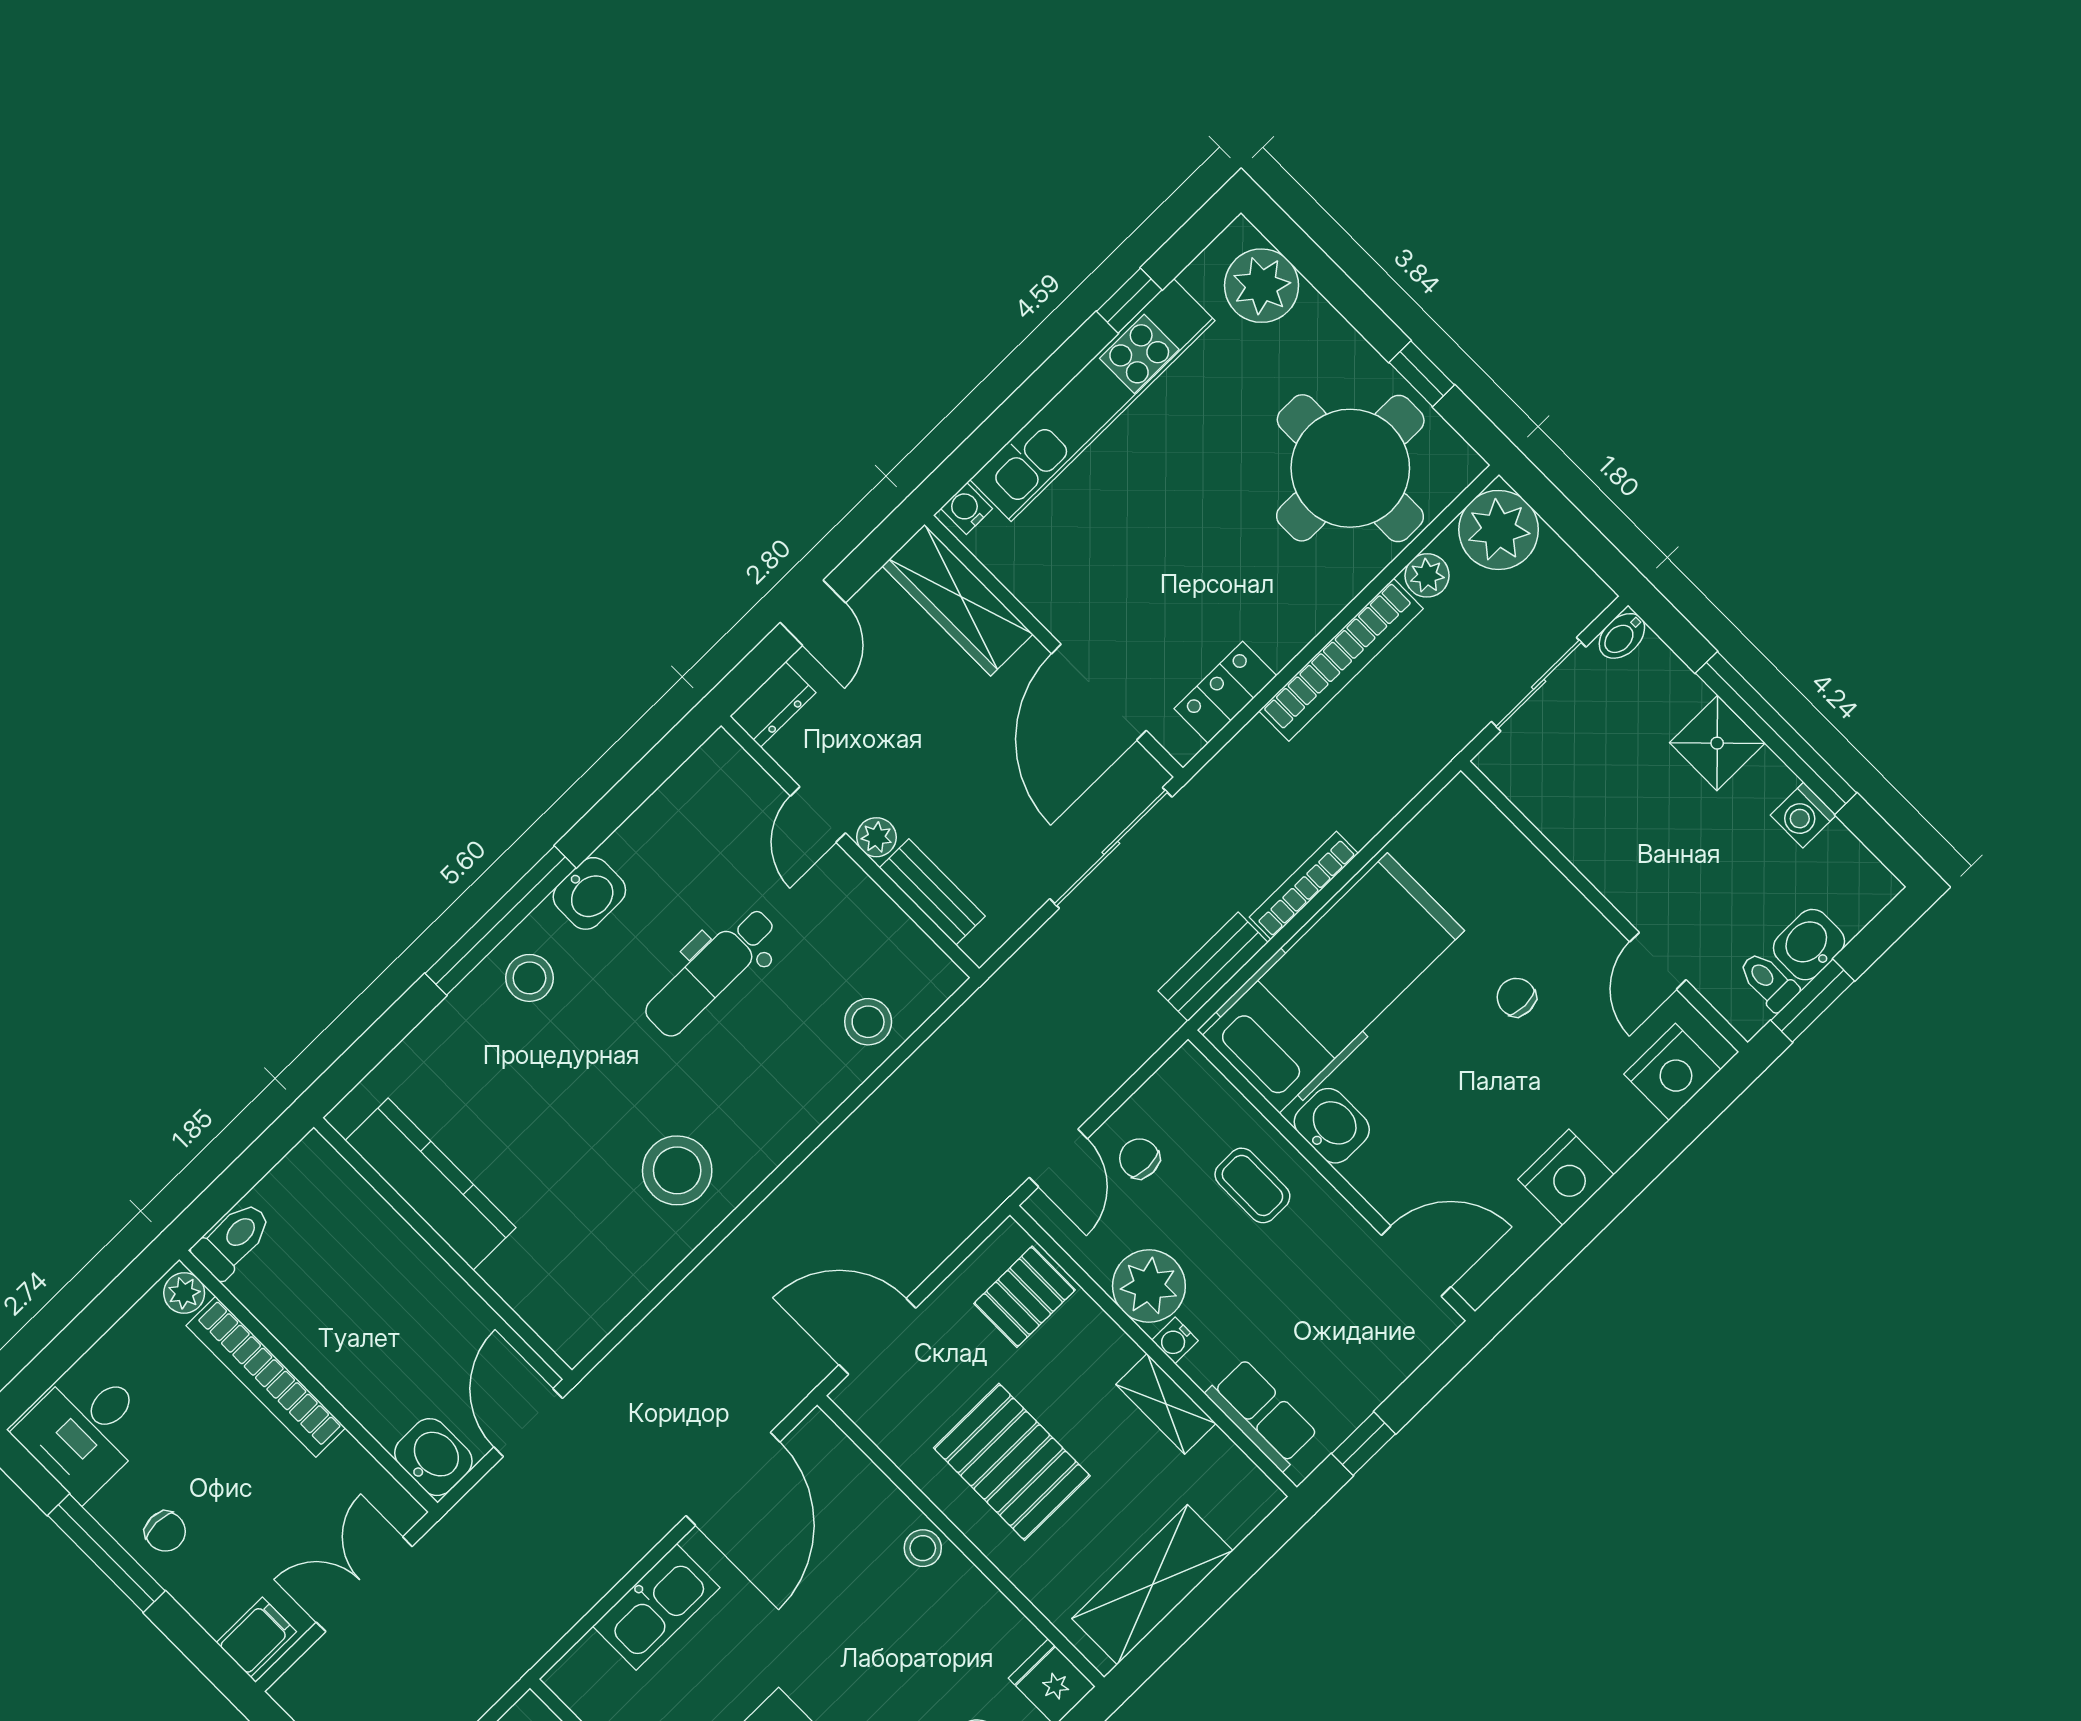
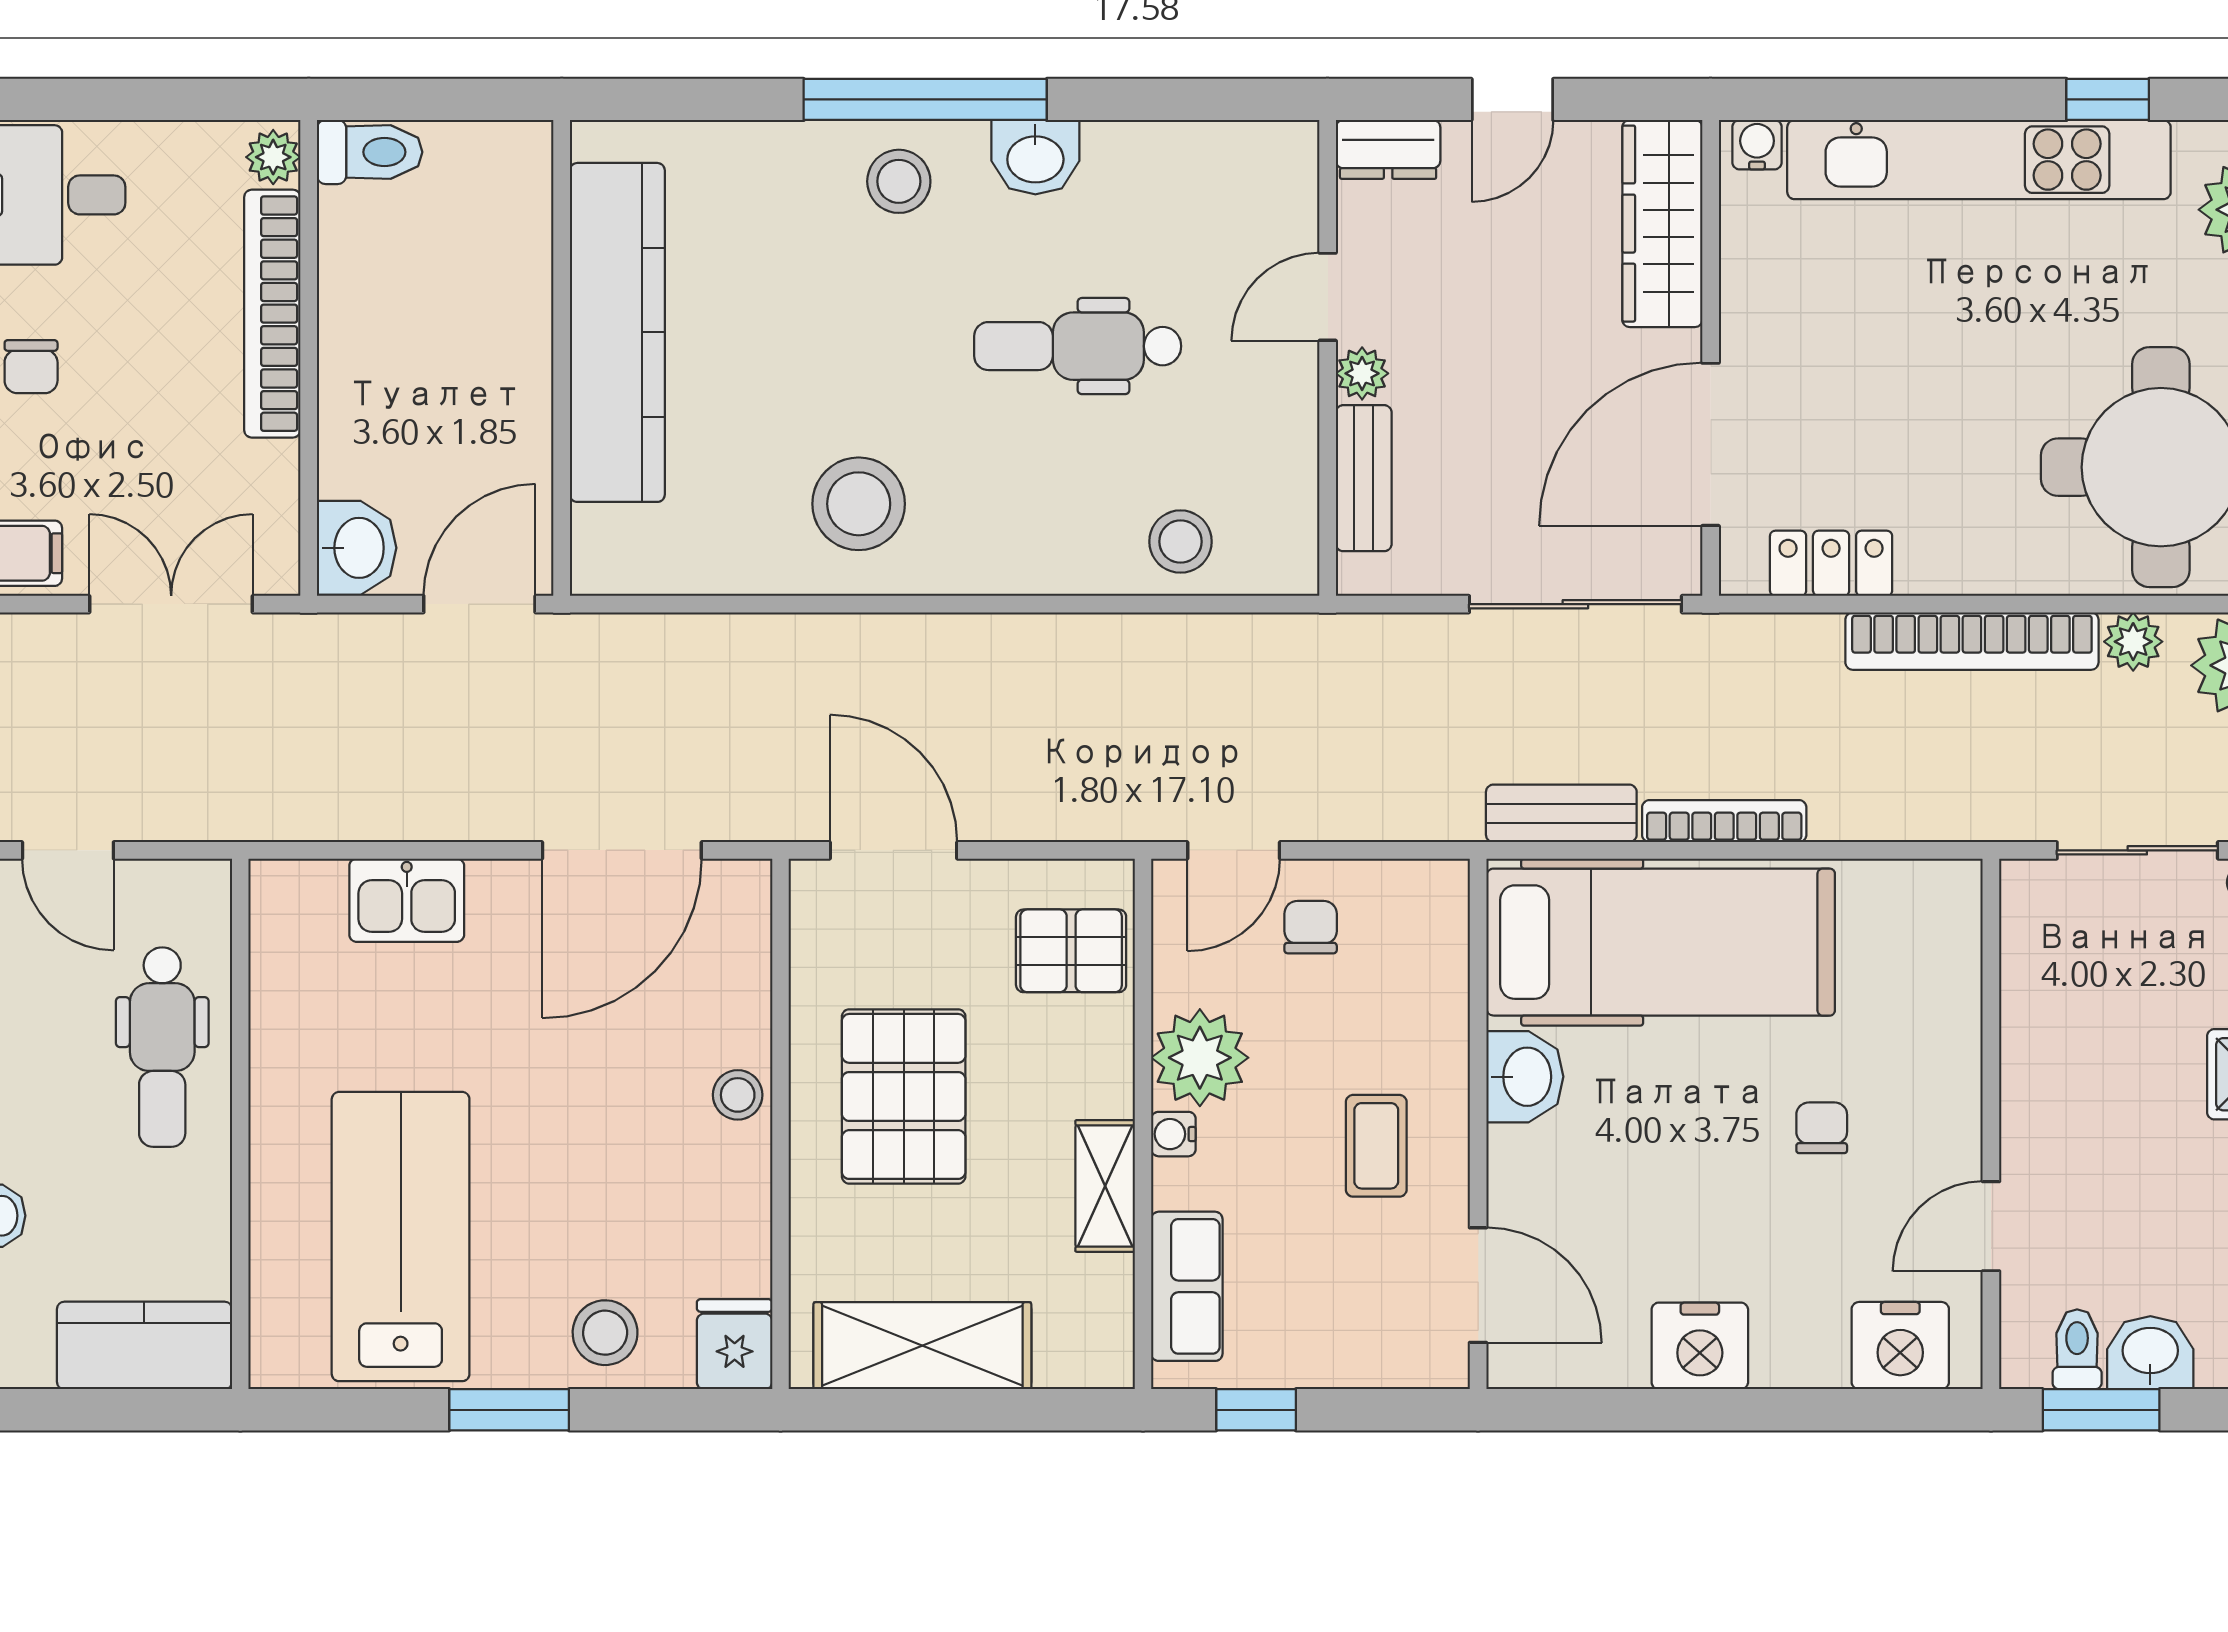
kitchen counter: (431, 1184) -> (617, 332), width x1.39, depth x1.17
coffee table: (1252, 1185) -> (1376, 1146), moved
kitchen sink: (656, 1607) -> (407, 900), width x0.73

